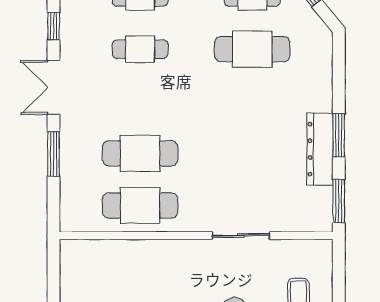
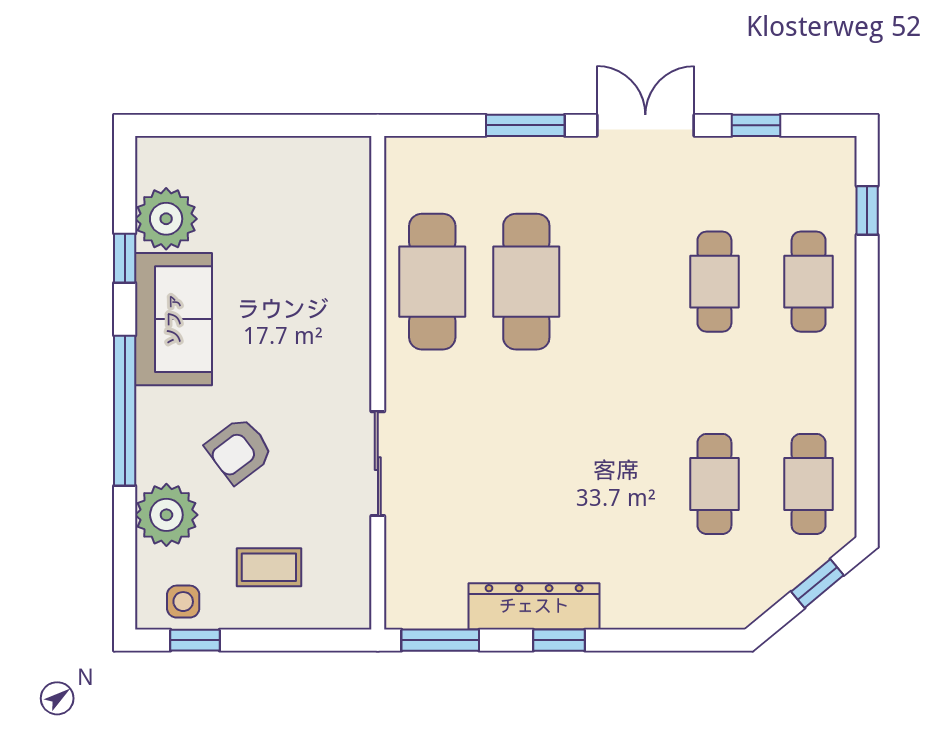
cafe table: (252, 49) -> (714, 484), width x0.73, depth x0.74
window: (339, 135) -> (559, 640), width x0.67

